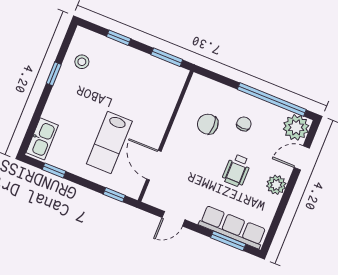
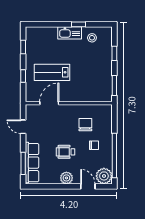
kitchen sink: (42, 139) -> (70, 33), moved
window: (114, 195) -> (23, 76), moved

